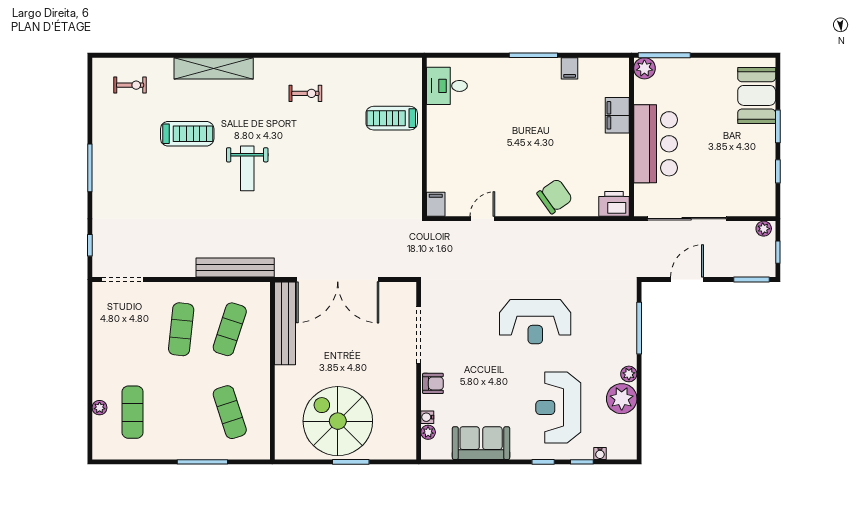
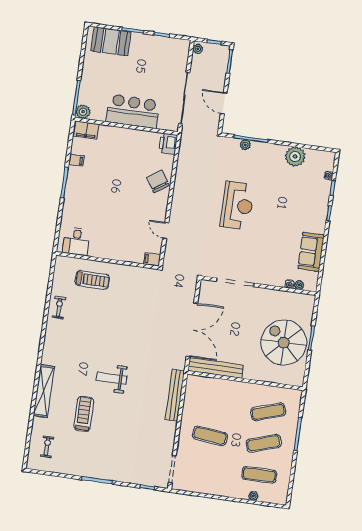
exercise bike: (305, 93) -> (59, 308), moved
filing cabinet: (617, 115) -> (86, 130), moved
treadmill: (392, 118) -> (92, 280), turned -90
weight bench: (247, 168) -> (112, 378), turned 180
exercise mat: (230, 329) -> (264, 443), moved, turned -36
plant: (629, 374) -> (245, 145), moved
armchair: (433, 383) -> (268, 277), removed
reception desk: (558, 407) -> (295, 198), removed
spiral stairs: (338, 421) -> (284, 343), turned 90

